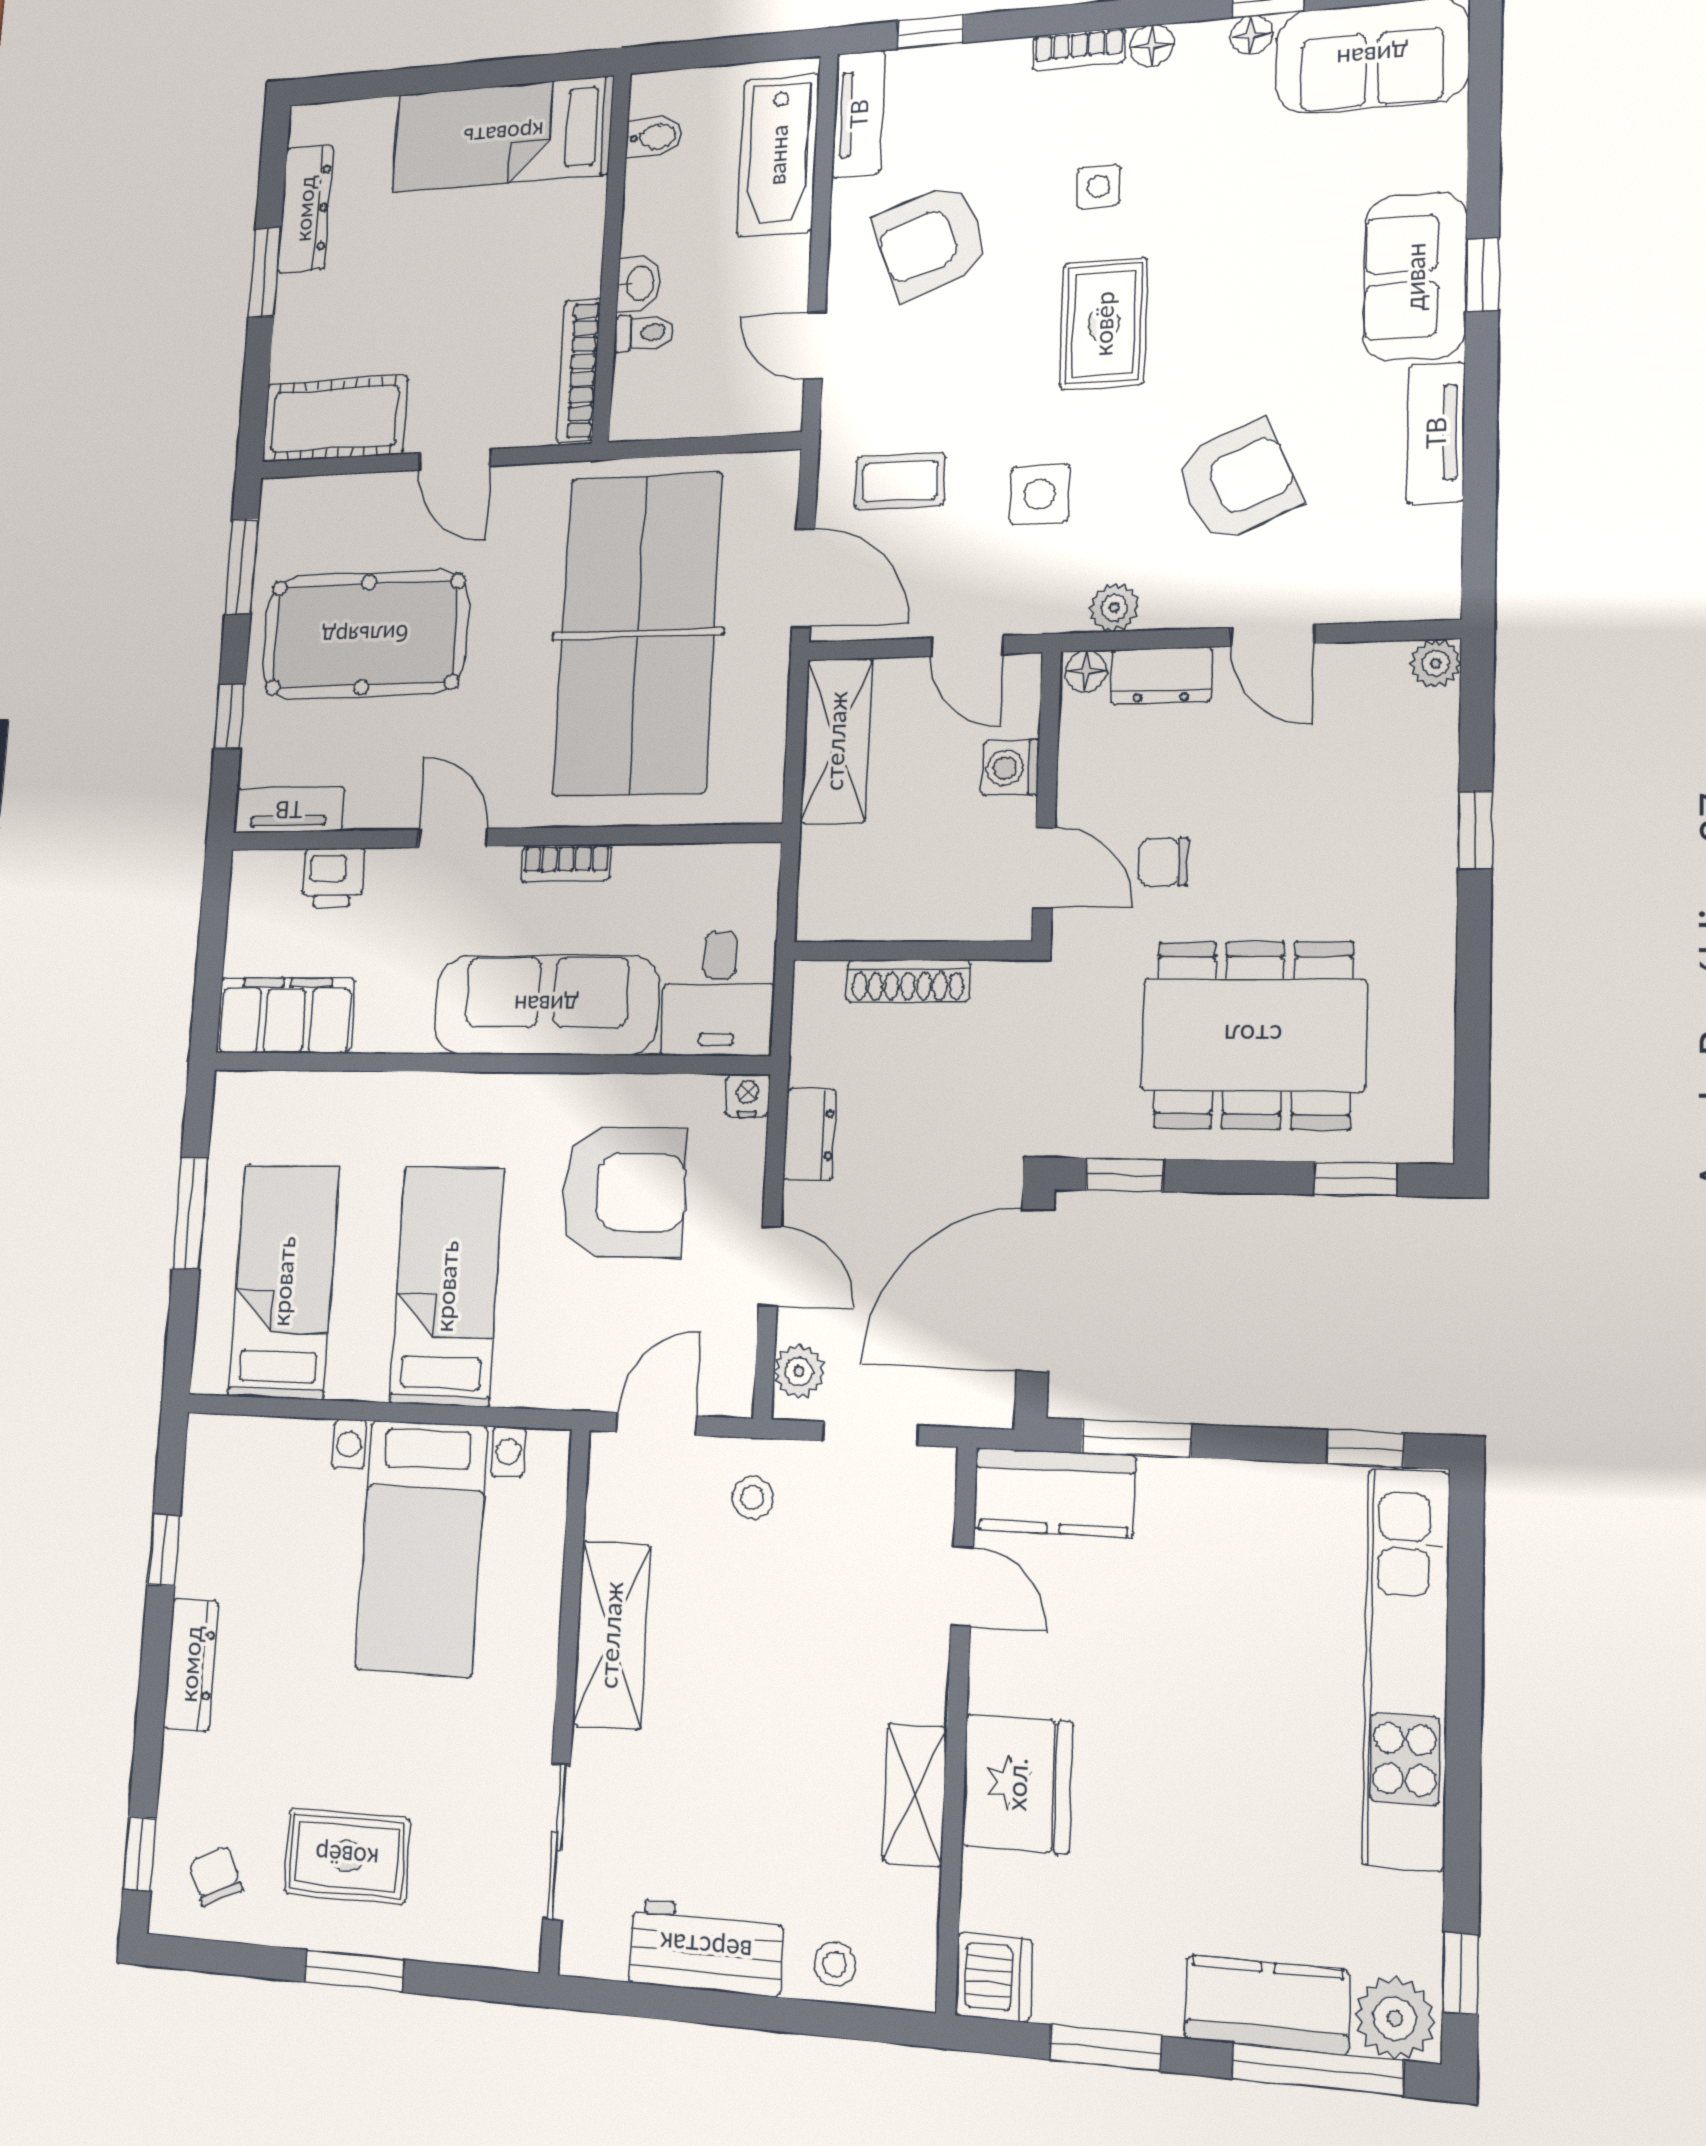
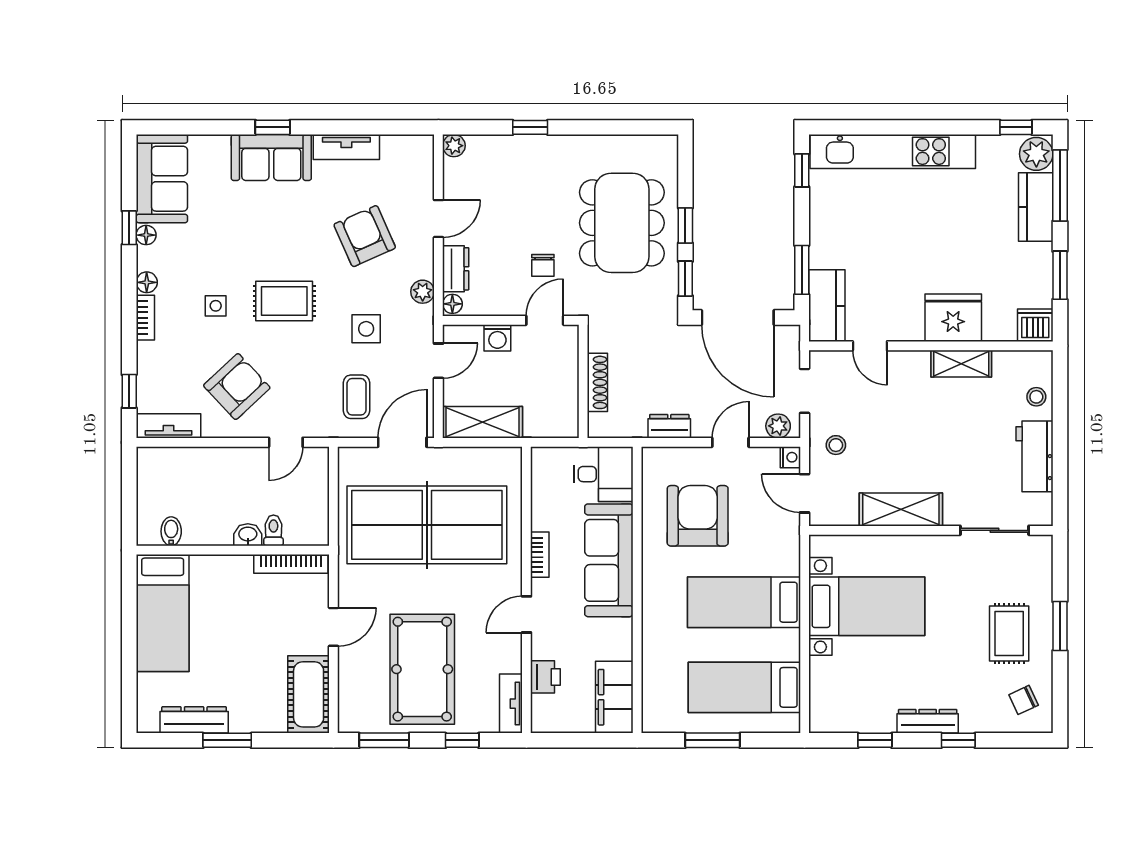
bathtub: (778, 155) -> (186, 466), removed
armchair: (931, 241) -> (237, 387), turned -113
nightstand: (748, 1095) -> (790, 457), moved, turned 180
window: (1356, 1179) -> (685, 225), moved
door: (962, 1586) -> (870, 346), swing flipped
window: (140, 1853) -> (958, 740), moved

